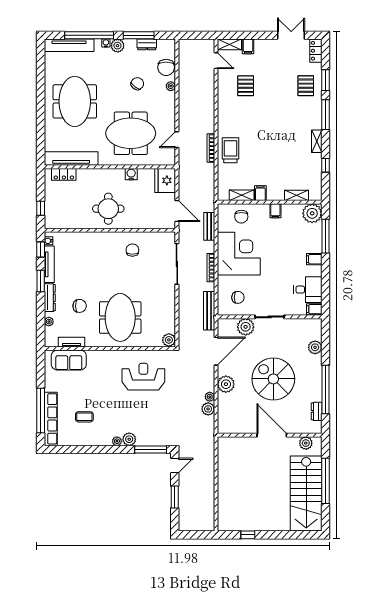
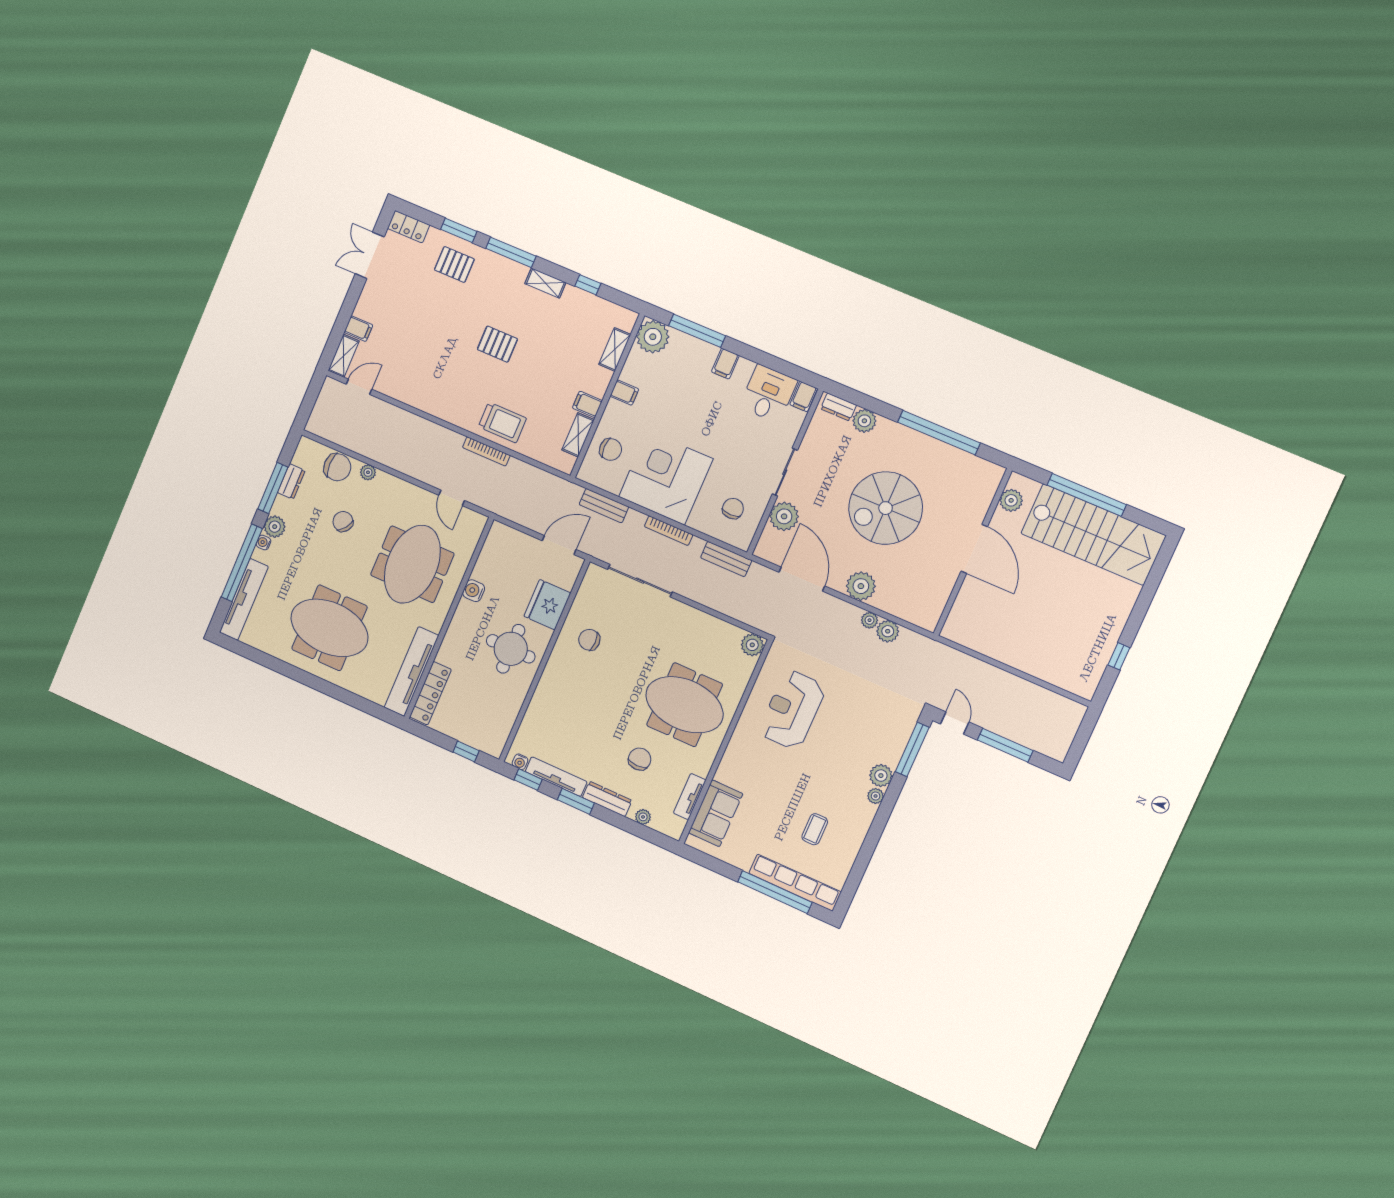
pallet: (246, 86) -> (497, 344), moved
trolley: (230, 150) -> (502, 423), turned 180
locker: (64, 174) -> (430, 693), width x1.53
fridge: (165, 180) -> (547, 605), moved, turned 90
bench: (209, 311) -> (726, 559), width x0.73
dresser: (317, 411) -> (839, 407), moved
door: (272, 435) -> (974, 549), swing flipped
window: (175, 497) -> (1005, 745), width x1.44

